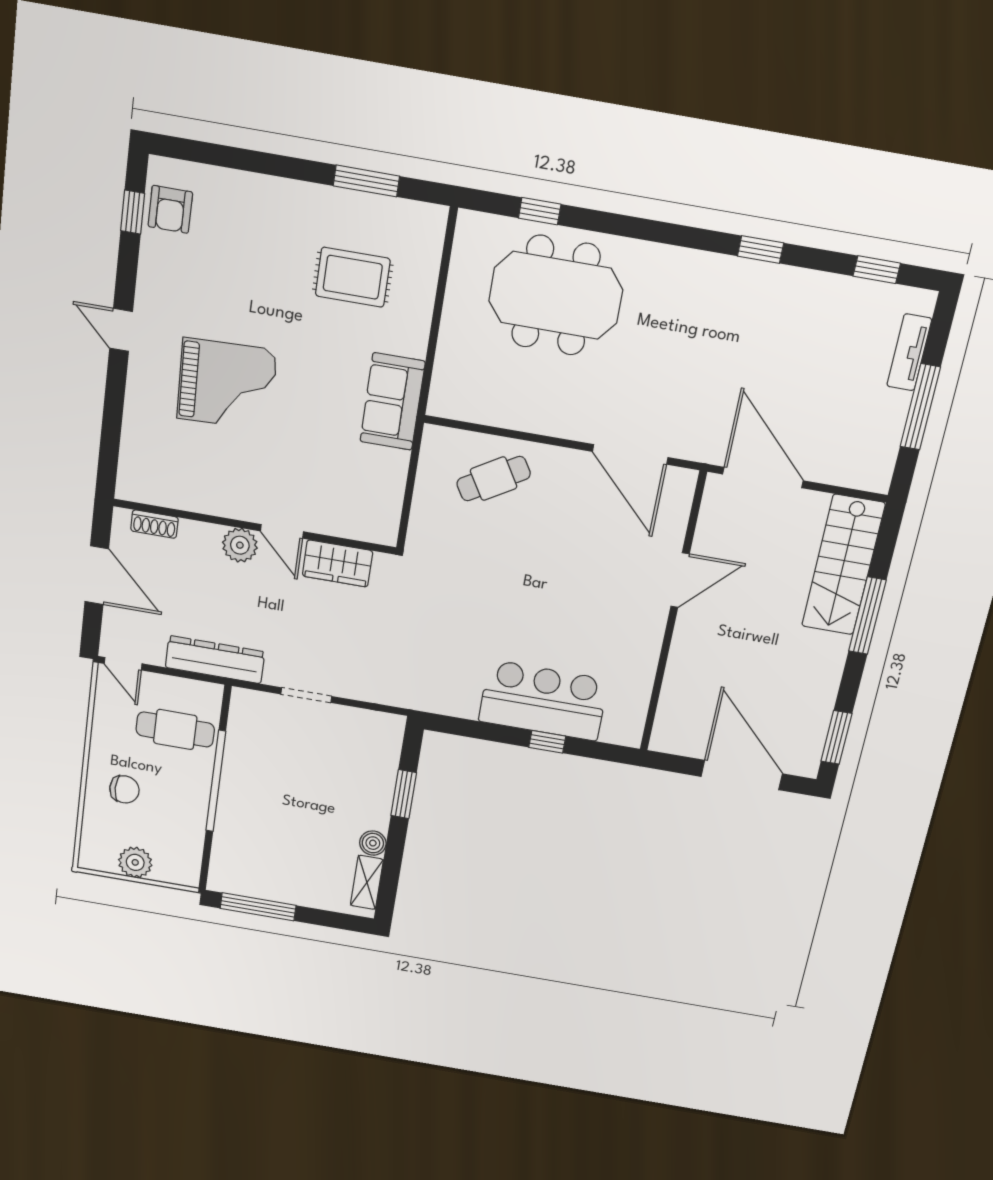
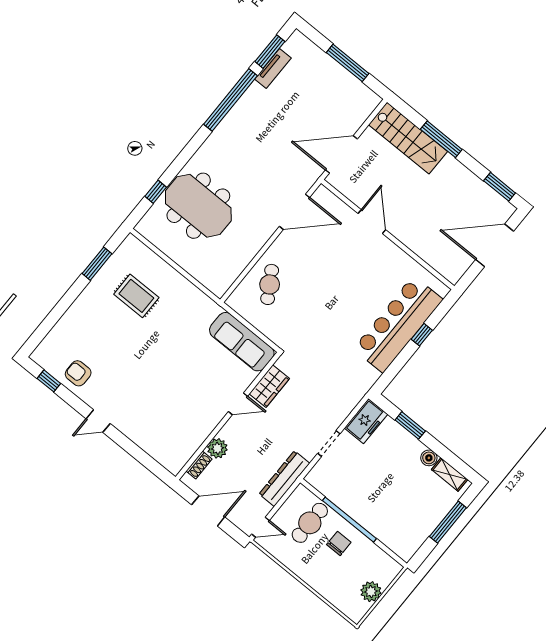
armchair: (170, 209) -> (78, 373), moved, turned 180
window: (761, 250) -> (231, 100), width x3.17
window: (877, 270) -> (270, 52), width x1.50
rug: (353, 277) -> (136, 296), turned 90
meeting table: (556, 295) -> (198, 206), turned 90
tv unit: (909, 352) -> (273, 68), moved, turned -90
grand piano: (227, 384) -> (152, 386), removed
sofa: (392, 402) -> (242, 342), moved, width x1.36
plant: (240, 545) -> (217, 448), moved
bar counter: (543, 700) -> (398, 324), width x1.36
freezer: (372, 730) -> (366, 421), added
chair: (124, 789) -> (339, 543), moved
window: (258, 907) -> (448, 522), moved

